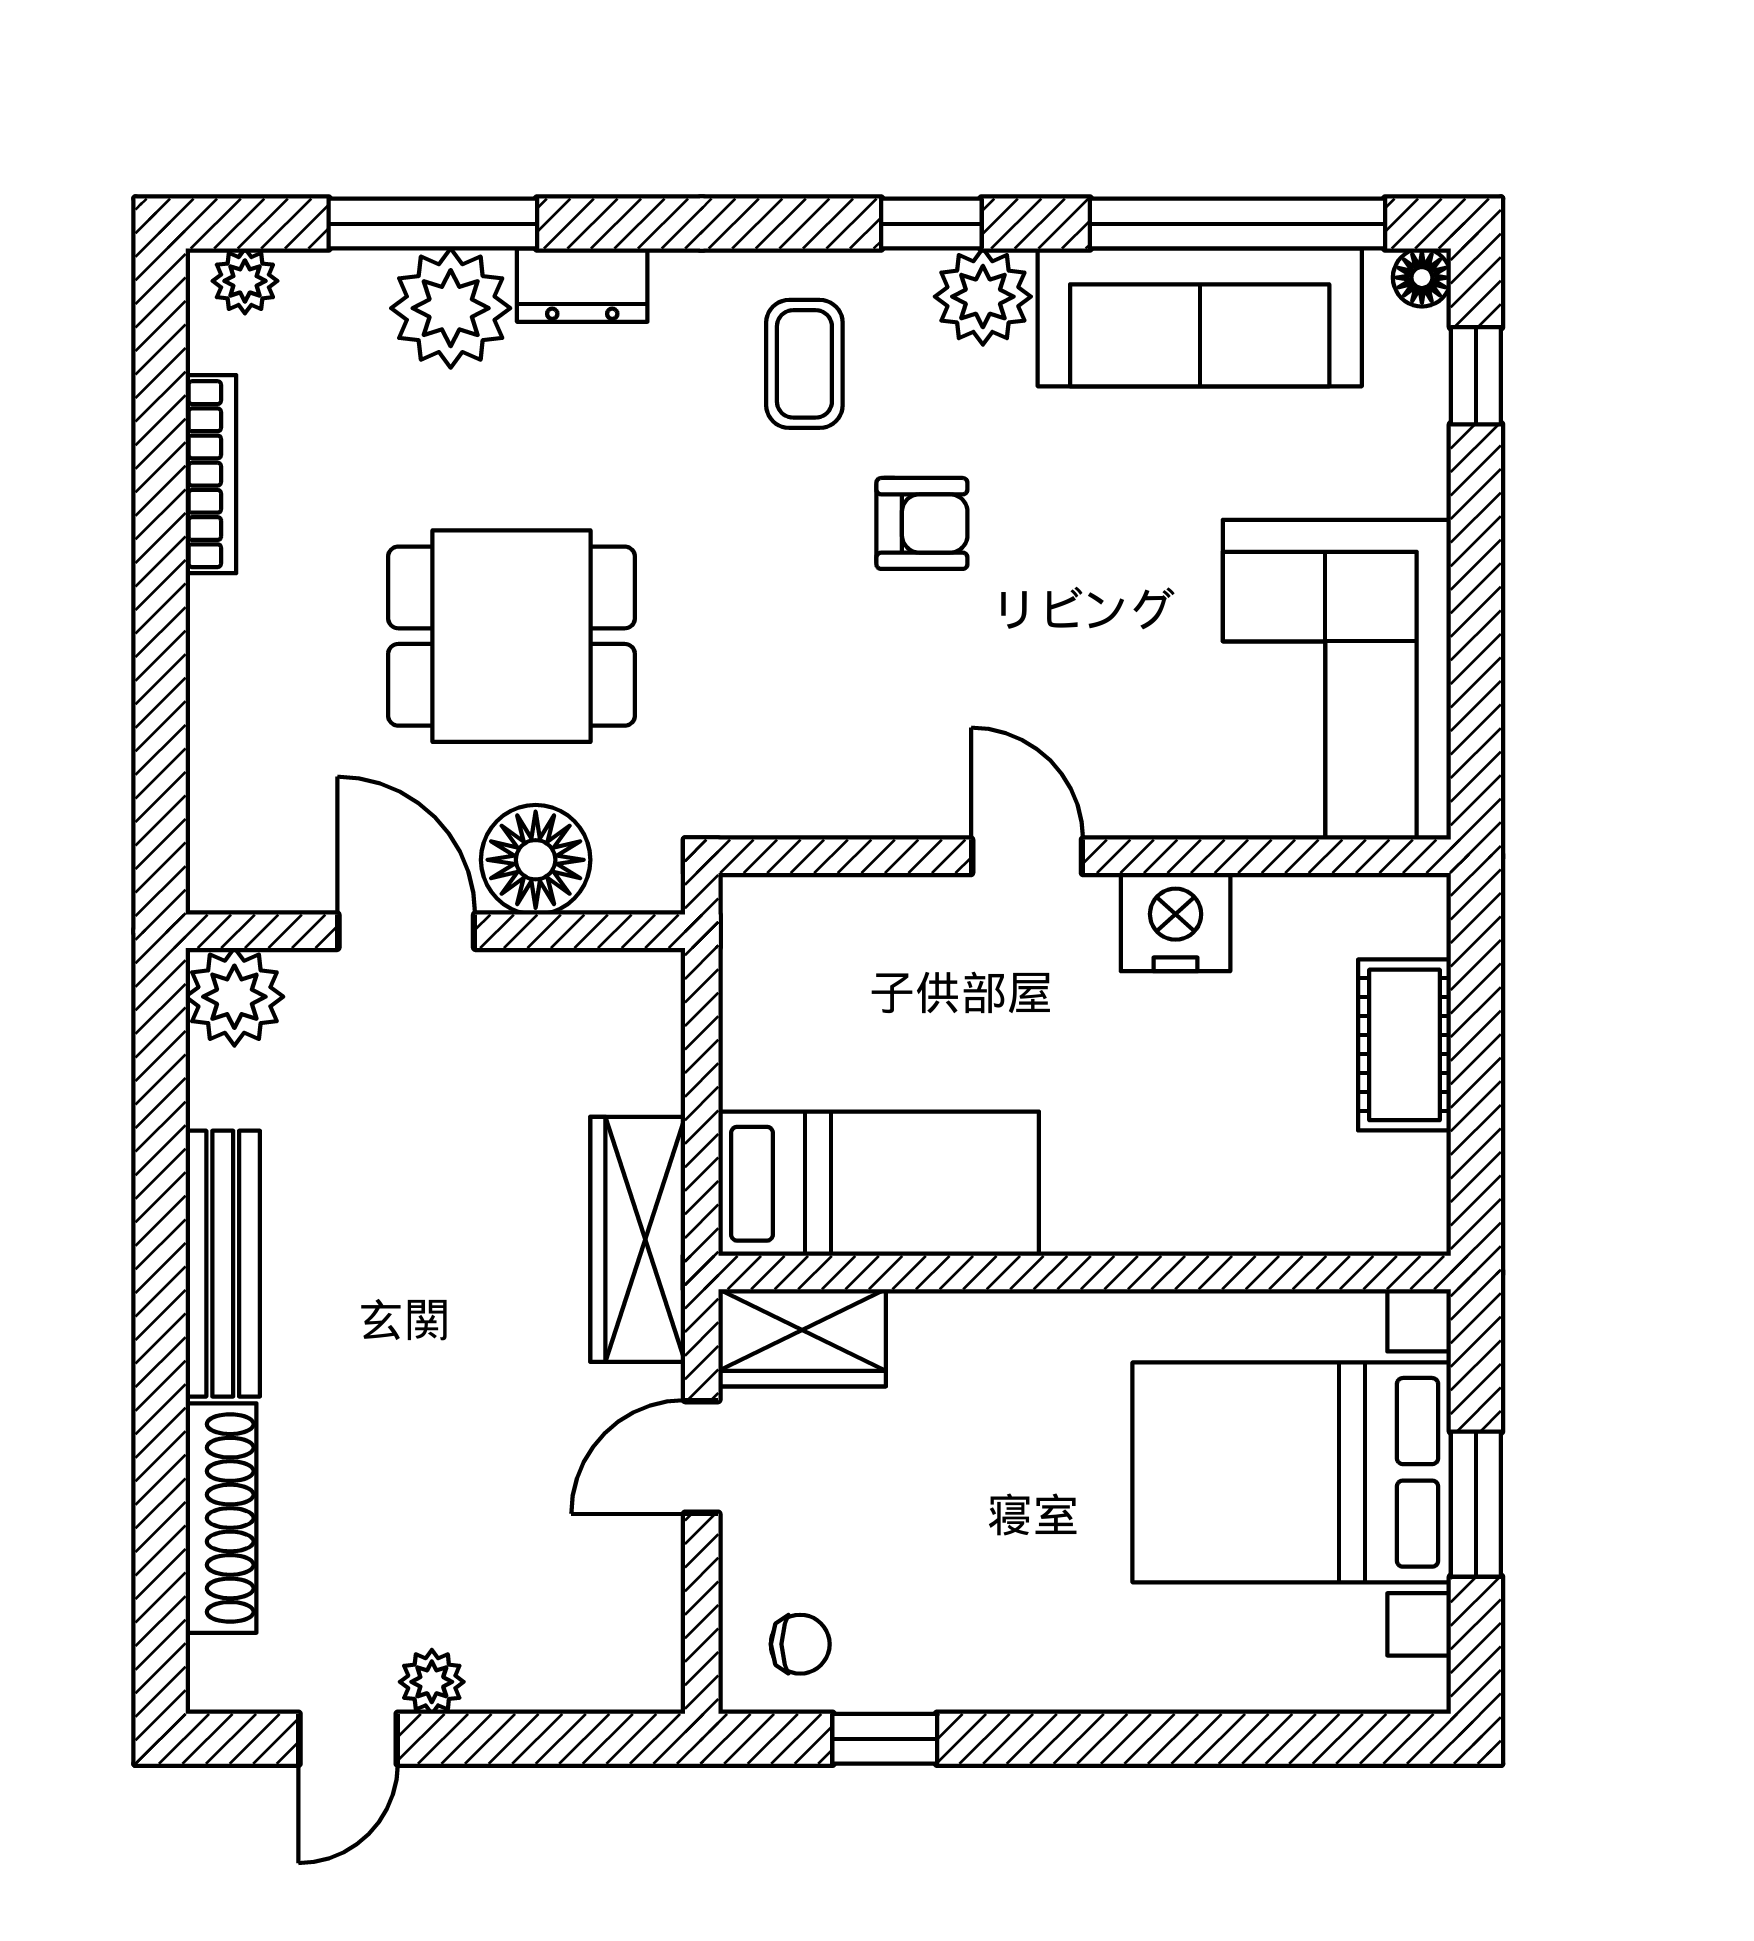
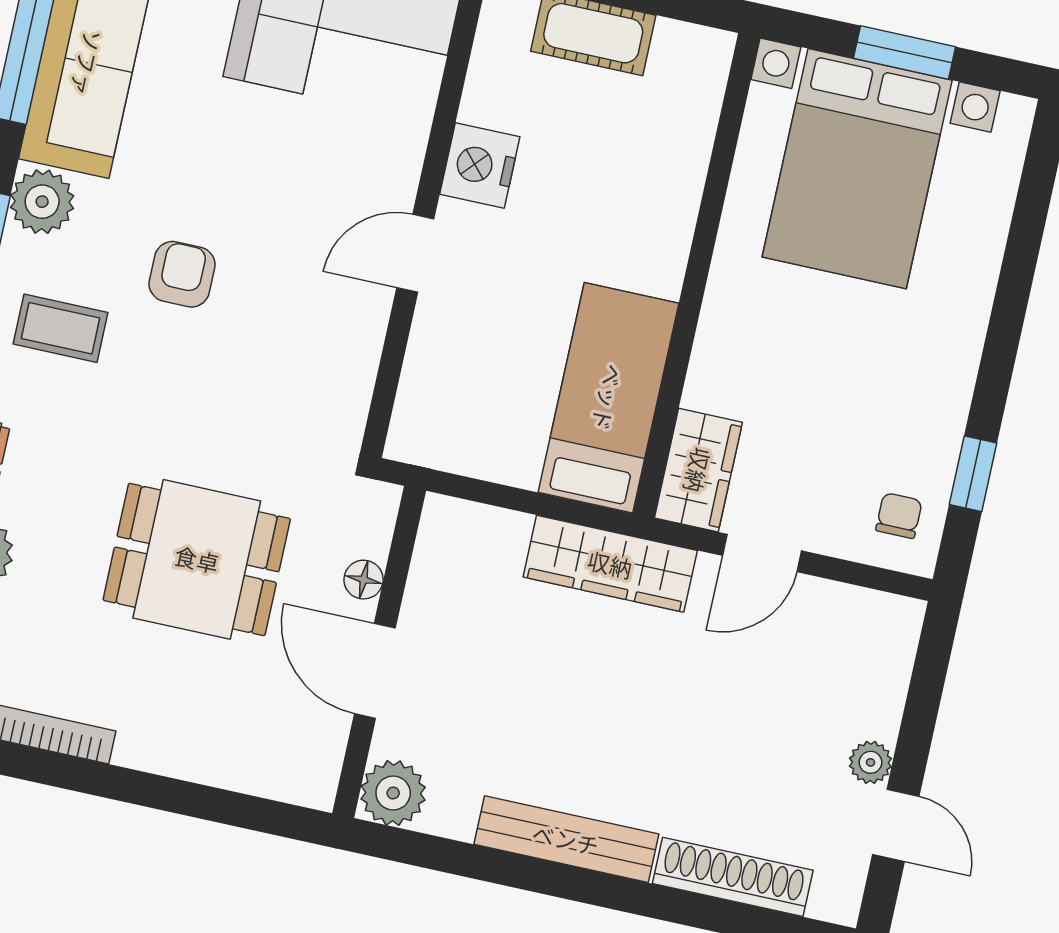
dining table: (512, 636) -> (197, 559), turned 90
floor lamp: (536, 860) -> (364, 580), width x0.53, depth x0.53
door: (406, 931) -> (375, 671), hinge flipped
door: (702, 1457) -> (762, 553), hinge flipped

